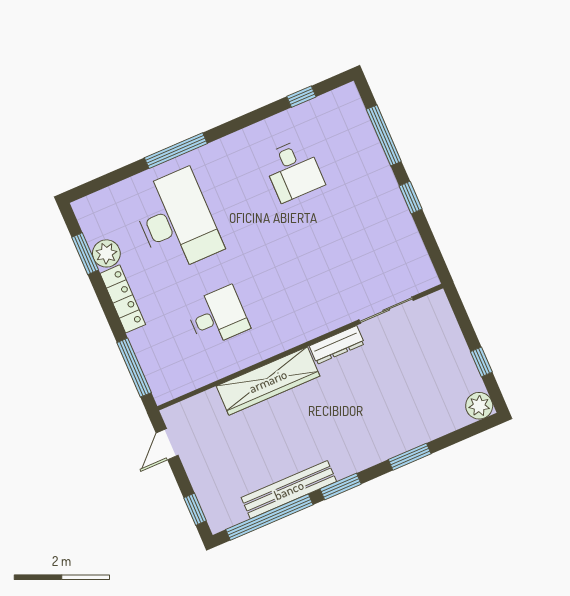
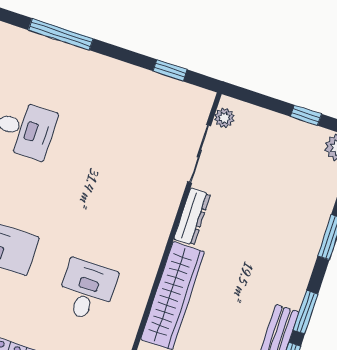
window: (411, 198) -> (170, 70), moved
plant: (428, 305) -> (224, 118), added

